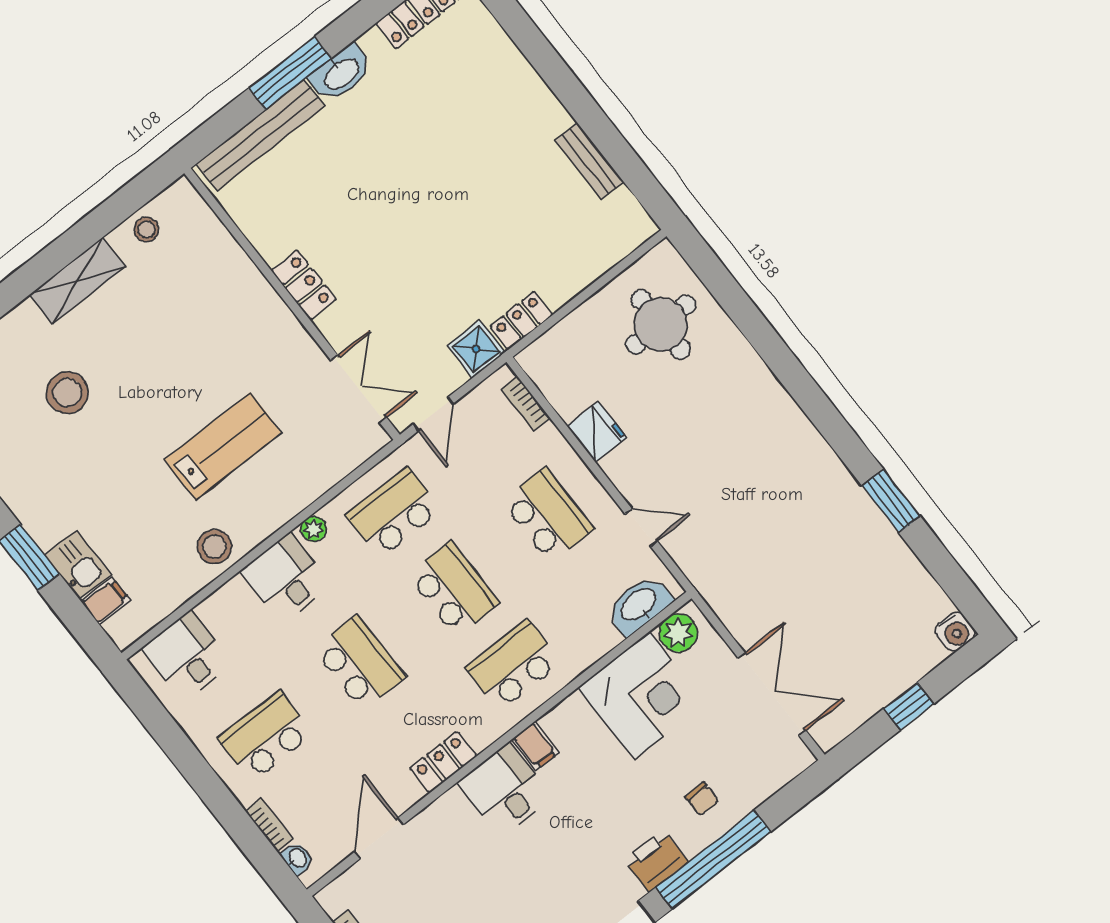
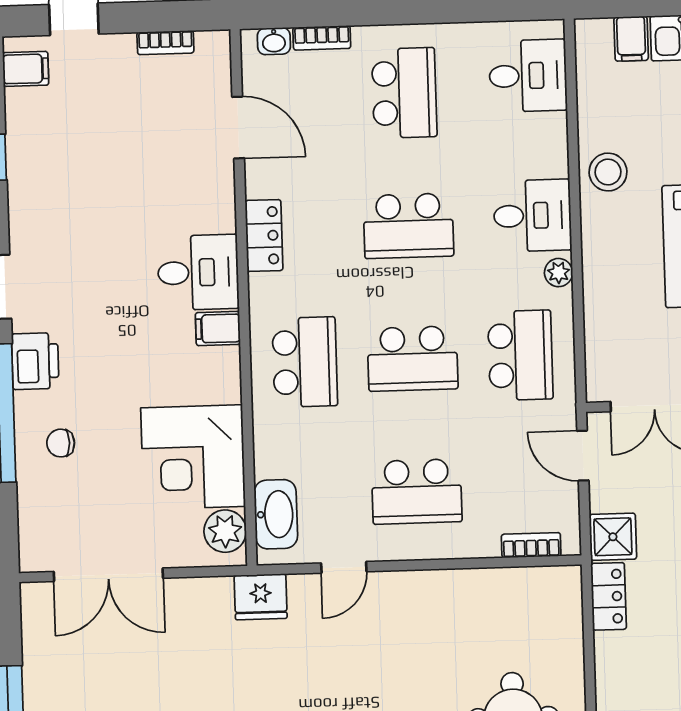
fridge: (597, 432) -> (261, 597), moved

